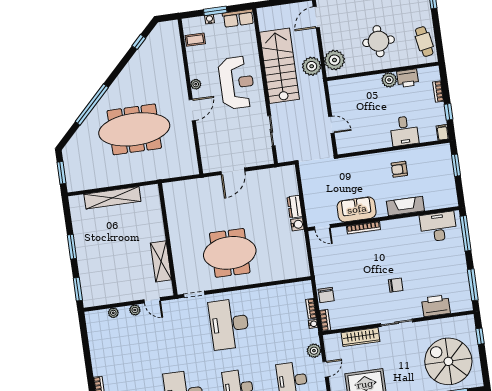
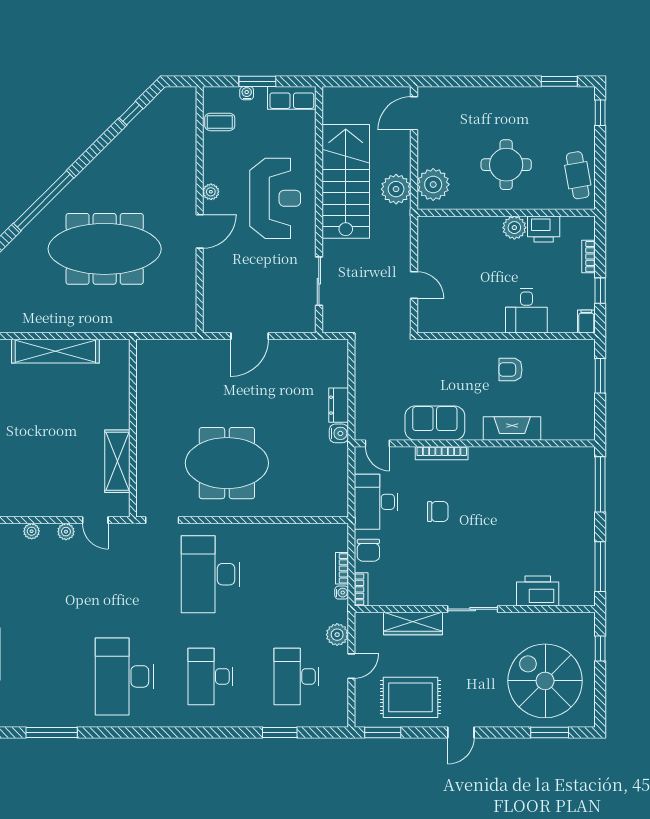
desk: (438, 227) -> (376, 502), moved, turned -90
chair: (396, 285) -> (438, 512), moved

